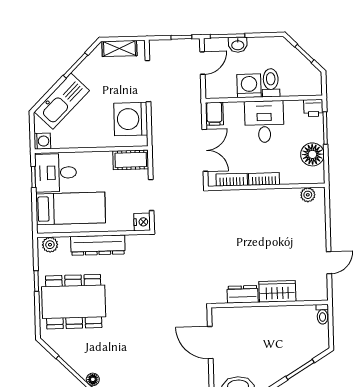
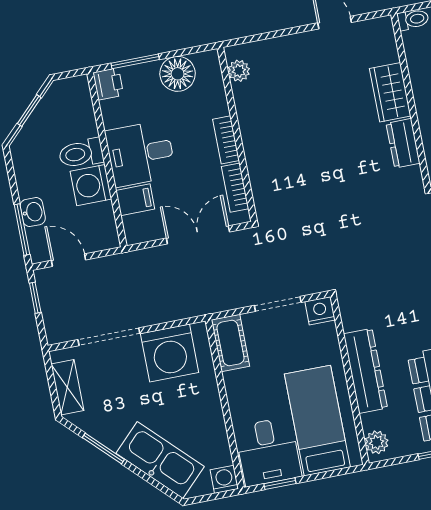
filing cabinet: (214, 114) -> (135, 200), moved

